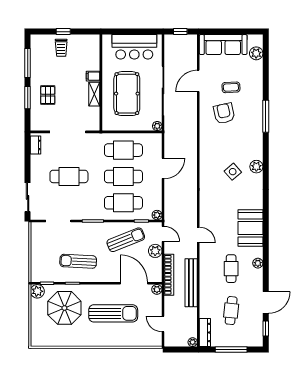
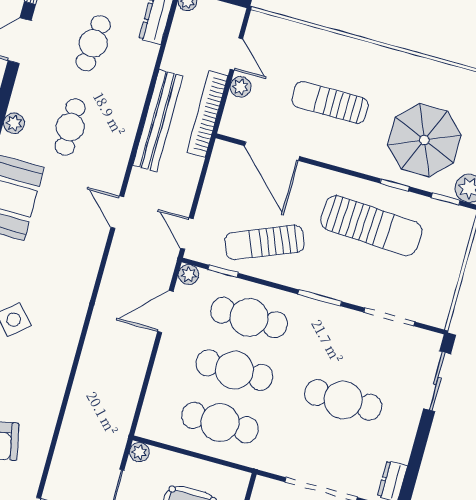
door: (163, 168) -> (165, 312), moved
plant: (155, 251) -> (212, 204), removed
sun lounger: (78, 261) -> (371, 226), width x1.36, depth x1.34
bookcase: (169, 275) -> (207, 114), moved
plant: (157, 289) -> (241, 87), moved
sun lounger: (113, 313) -> (330, 102), width x0.73, depth x0.75

